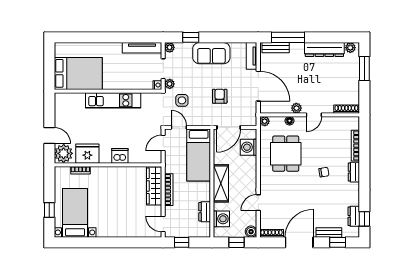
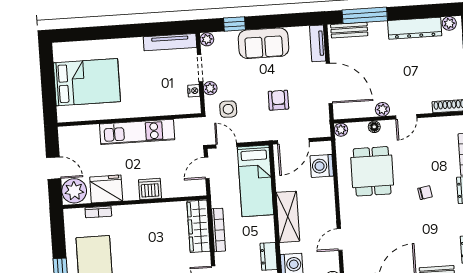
wall: (108, 91) -> (129, 120), moved
kitchen unit: (113, 100) -> (137, 132), moved

